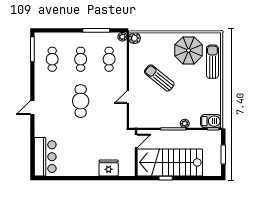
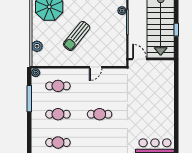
plant: (134, 38) -> (37, 46), moved
door: (128, 97) -> (96, 67), hinge flipped
cafe table: (81, 101) -> (100, 114), width x0.73, depth x0.74
fridge: (109, 168) -> (166, 86), removed

